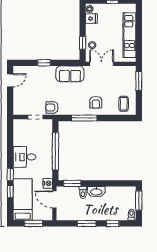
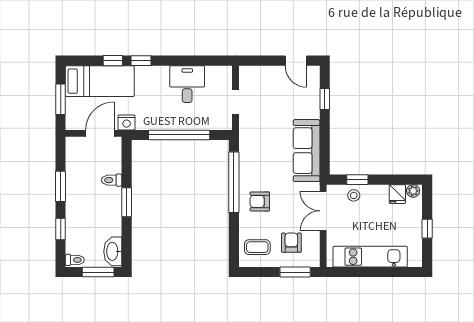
window: (44, 63) -> (325, 99), moved
double door: (102, 64) -> (323, 211), swing flipped
sofa: (70, 74) -> (307, 151), width x1.36
armchair: (52, 107) -> (291, 243), moved
window: (84, 118) -> (234, 182), width x1.46
desk: (25, 157) -> (187, 84), moved
window: (72, 183) -> (127, 202), moved
washbasin: (96, 192) -> (113, 251), moved

